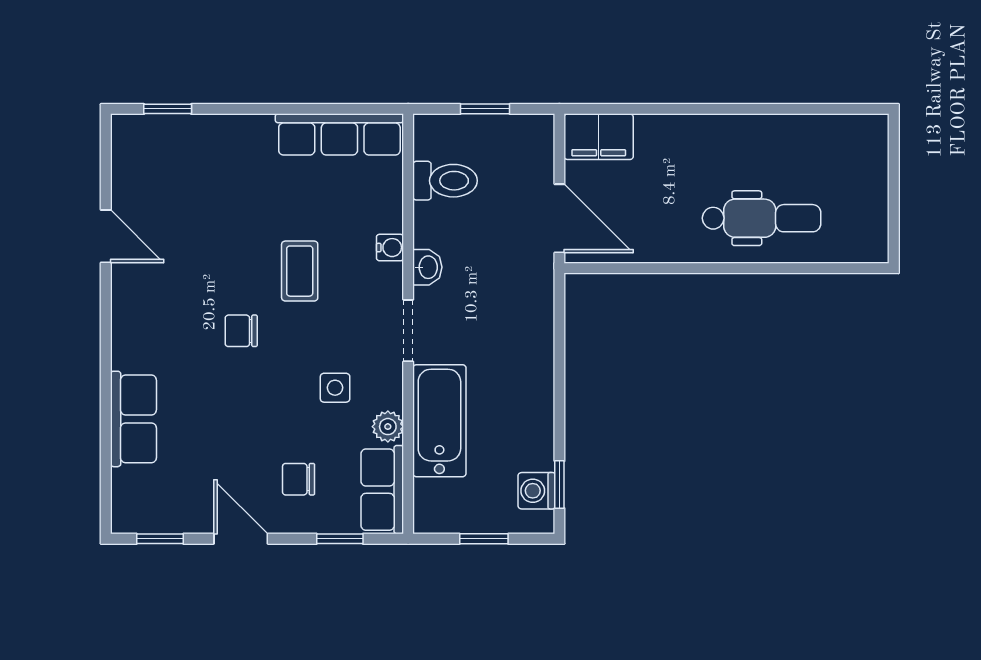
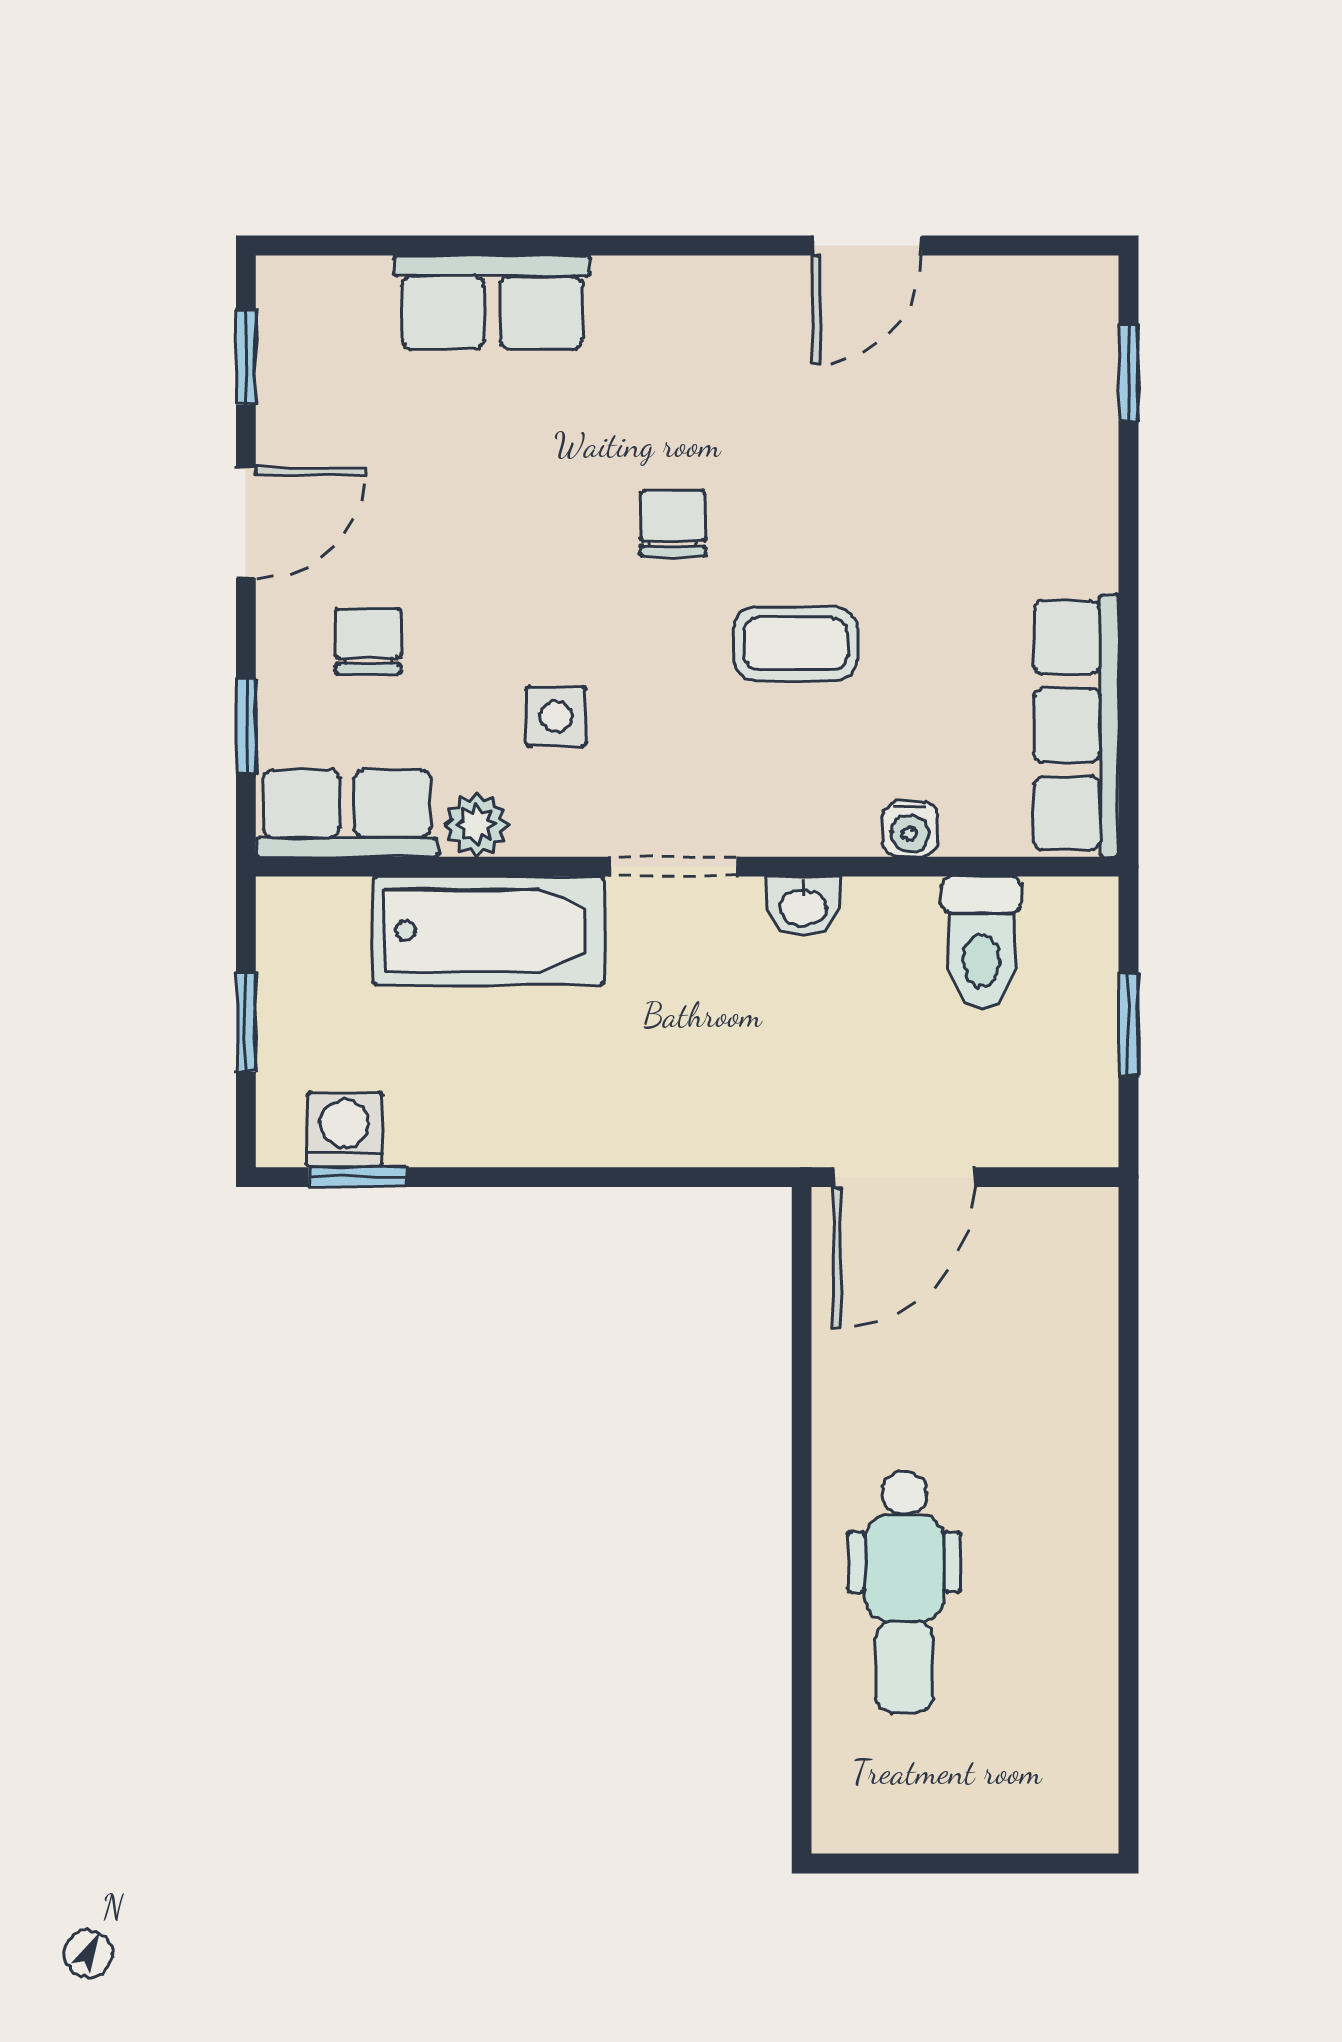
filing cabinet: (599, 137) -> (1072, 1258), removed
water cooler: (390, 248) -> (910, 829), moved

